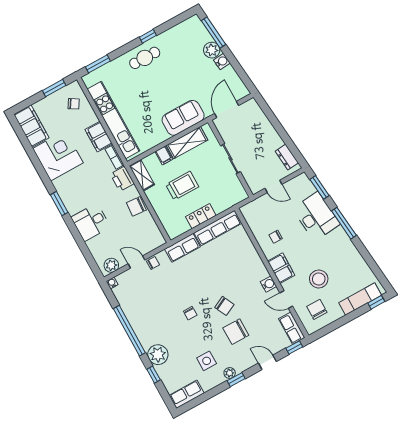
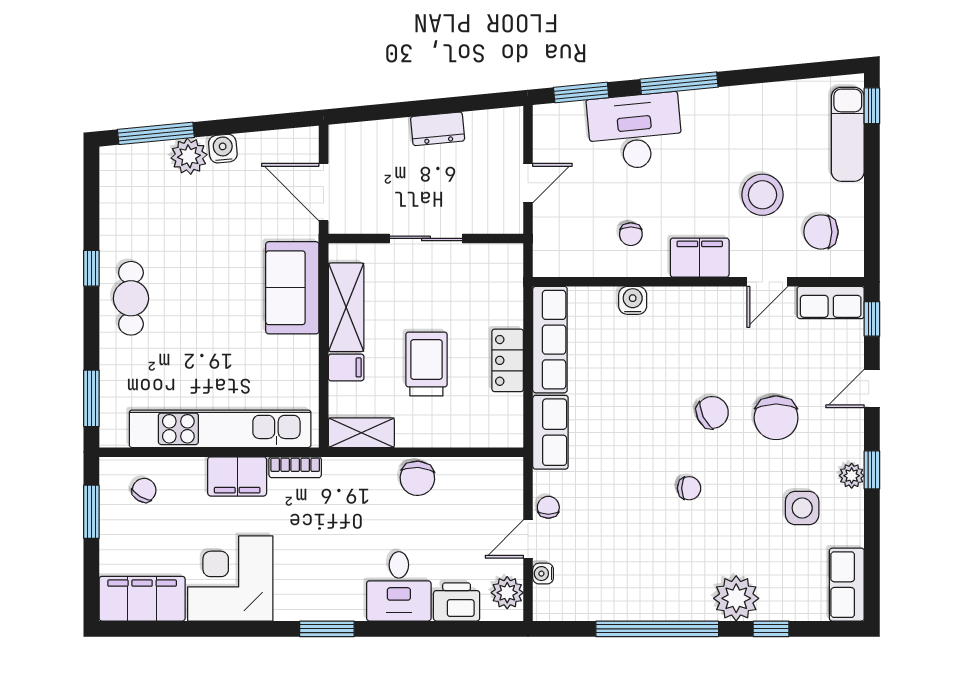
dresser: (287, 157) -> (438, 129), moved
printer: (122, 179) -> (457, 602), moved, turned 180
water cooler: (112, 283) -> (543, 574), moved
water cooler: (269, 284) -> (633, 300), moved

